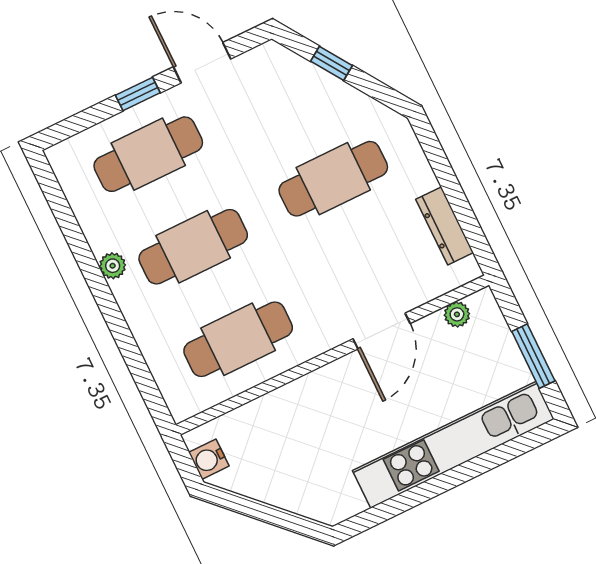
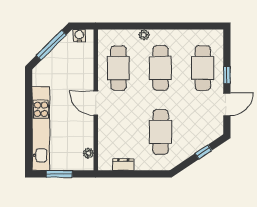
dresser: (445, 226) -> (123, 165), width x0.70
plant: (113, 266) -> (144, 35), moved
door: (381, 331) -> (96, 103), moved
window: (259, 511) -> (51, 45), added

